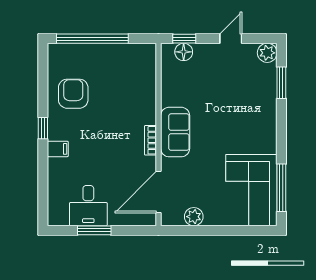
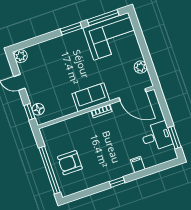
window: (281, 83) -> (71, 29), moved
armchair: (73, 94) -> (70, 163), moved
filing cabinet: (58, 149) -> (138, 165), moved
window: (94, 230) -> (174, 137), moved

